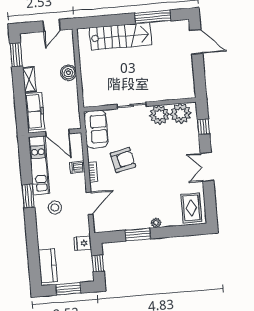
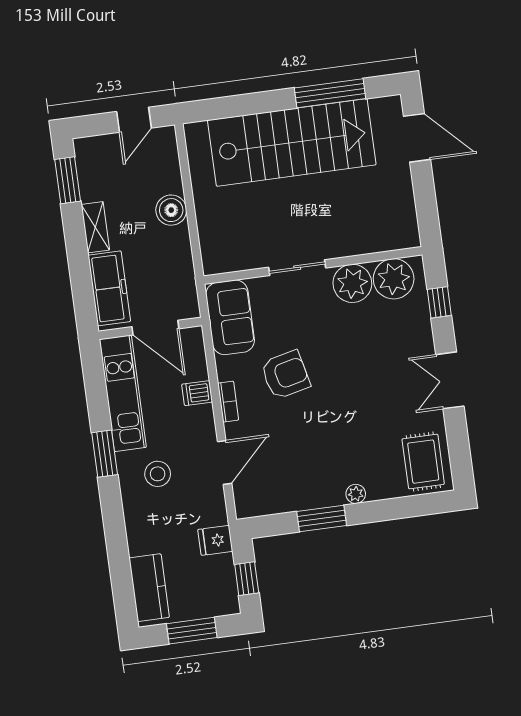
stairs: (120, 36) -> (292, 142), width x1.36, depth x1.51

